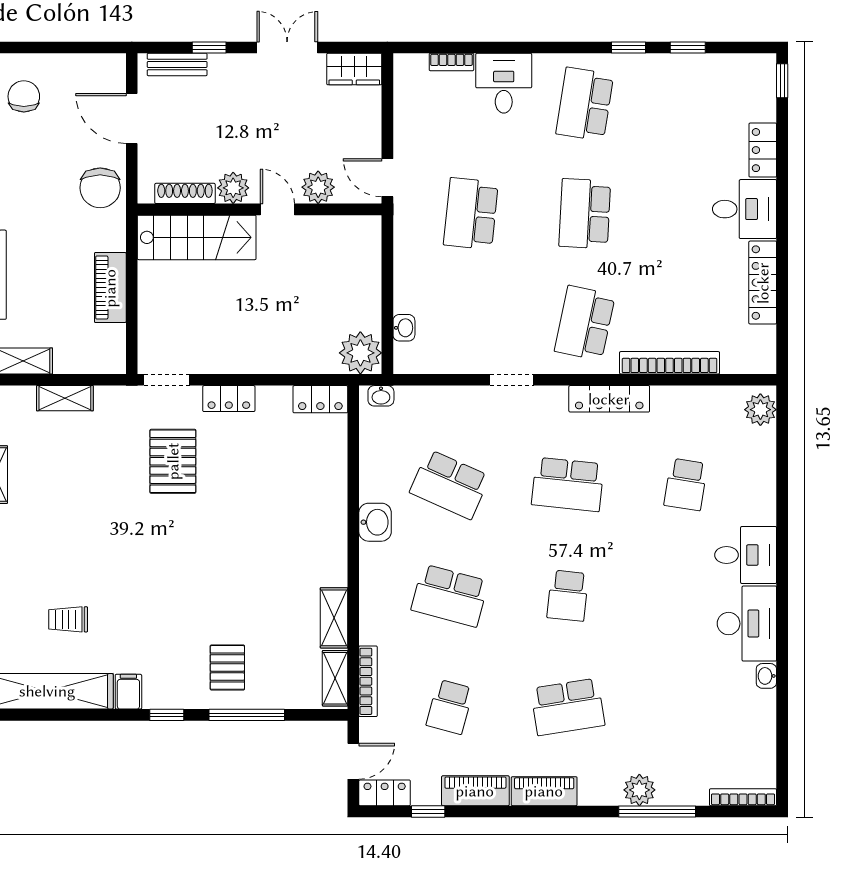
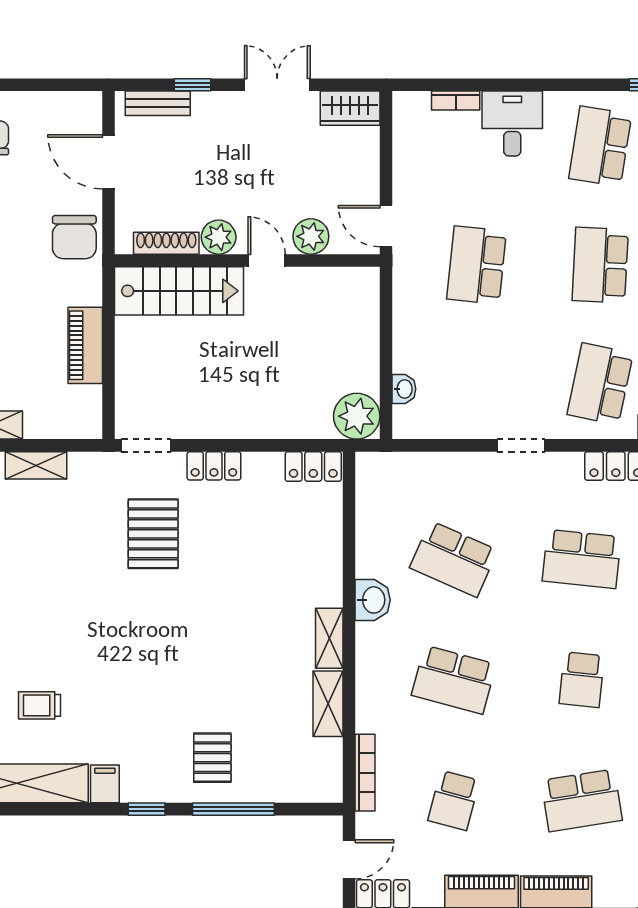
washbasin: (381, 396) -> (379, 463), removed
shelving: (335, 678) -> (329, 638), moved

